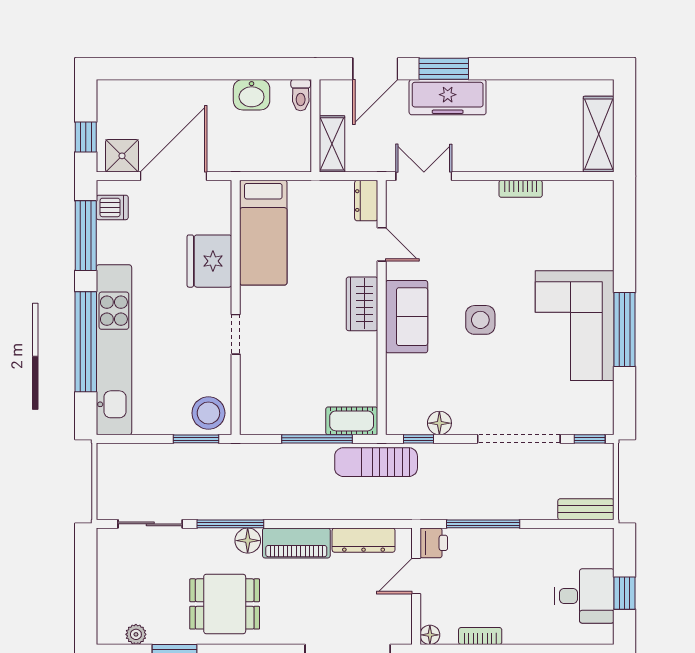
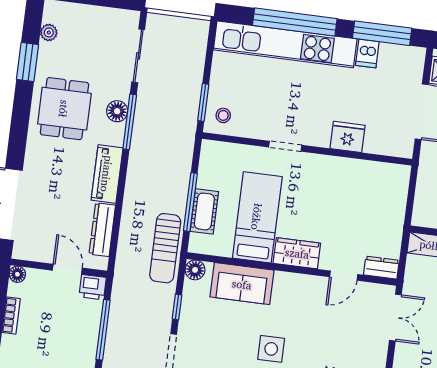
dishwasher: (112, 207) -> (367, 53), moved
bed: (263, 233) -> (257, 217), moved, turned 90
fridge: (209, 261) -> (348, 137), width x0.73, depth x0.75
sofa: (407, 317) -> (242, 284), moved
stool: (208, 413) -> (223, 115), width x0.53, depth x0.53
cot: (352, 421) -> (204, 211), moved
floor lamp: (439, 423) -> (195, 270), moved
window: (418, 439) -> (177, 307), moved
sun lounger: (376, 462) -> (165, 248), turned 180
floor lamp: (248, 541) -> (117, 111), moved

